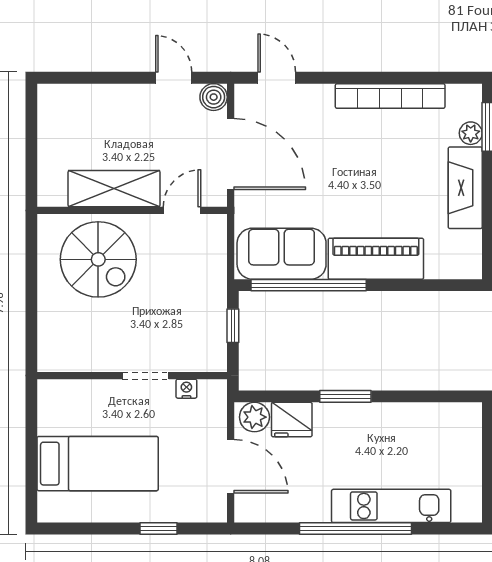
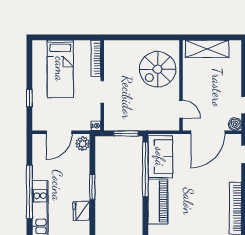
shelving: (114, 189) -> (207, 49), moved, turned 90
window: (233, 326) -> (126, 133), width x1.50
bookcase: (76, 389) -> (96, 59), added
nightstand: (186, 389) -> (96, 126), moved
fridge: (292, 420) -> (81, 211), moved

